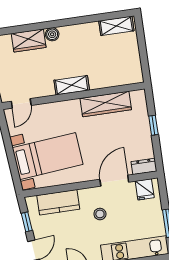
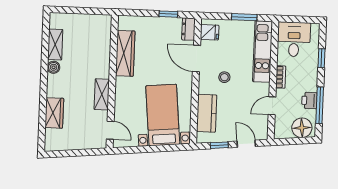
shelving: (116, 26) -> (55, 45), moved
boiler: (52, 34) -> (54, 67), moved
shelving: (72, 85) -> (102, 94), moved
window: (153, 125) -> (168, 14), moved

